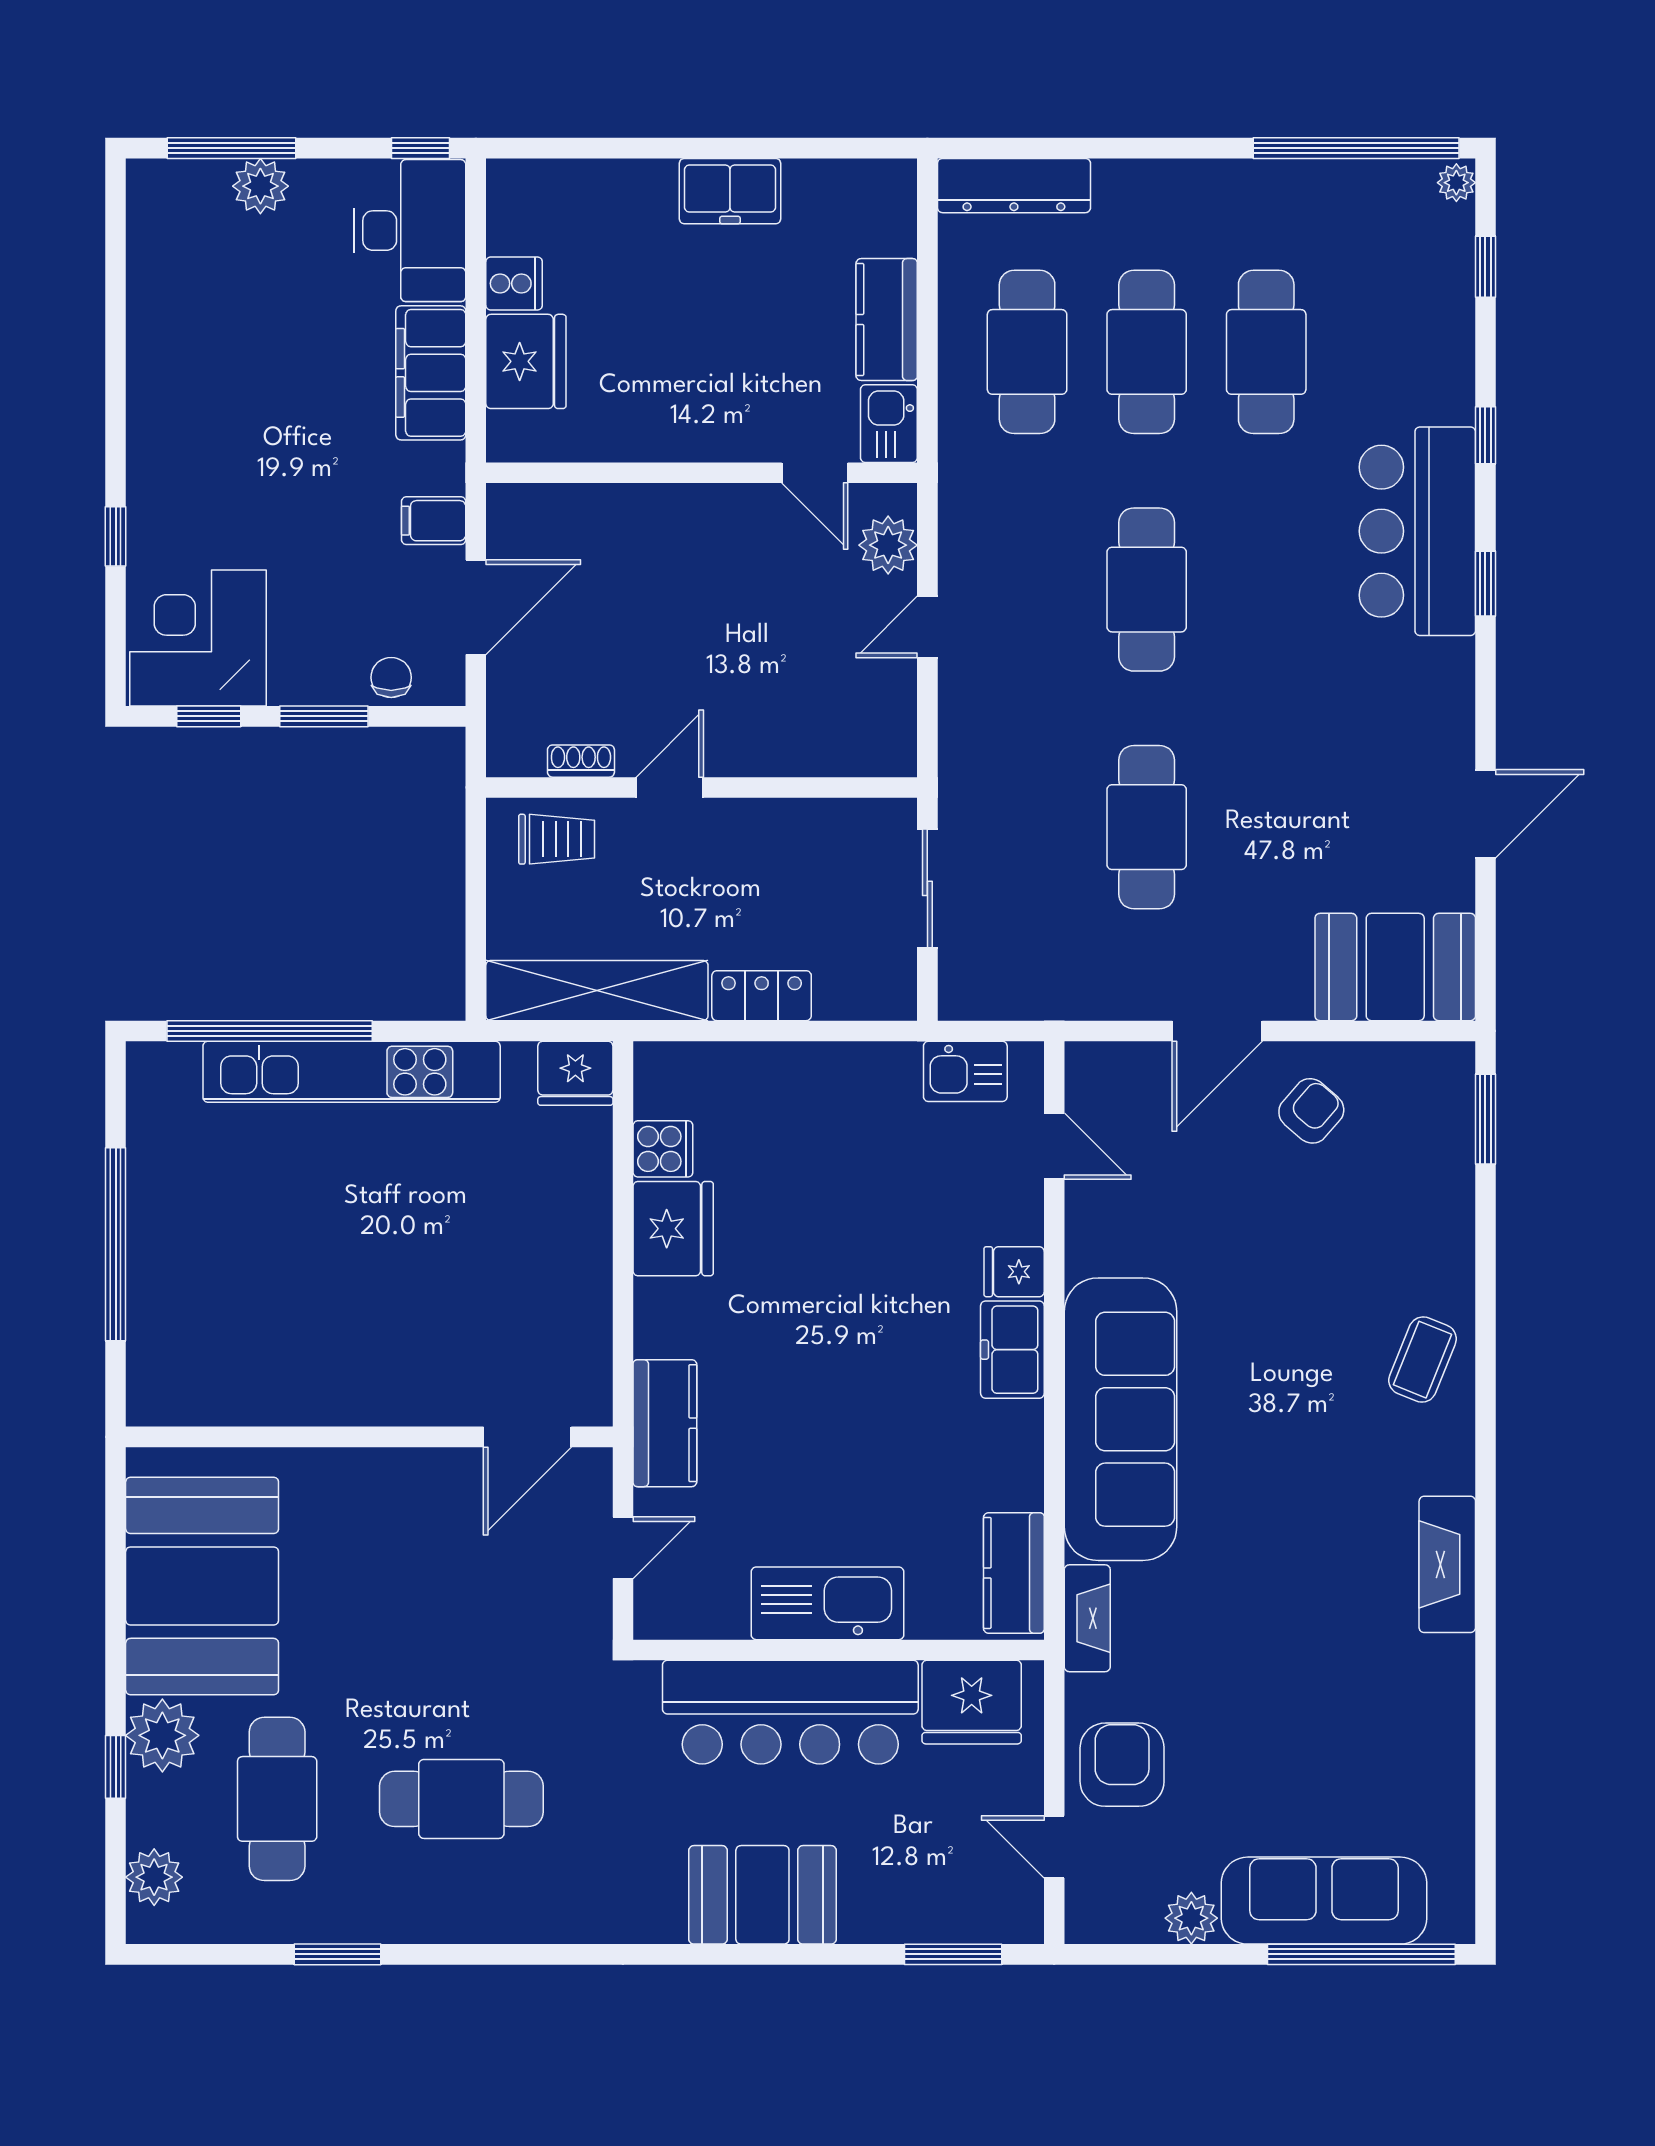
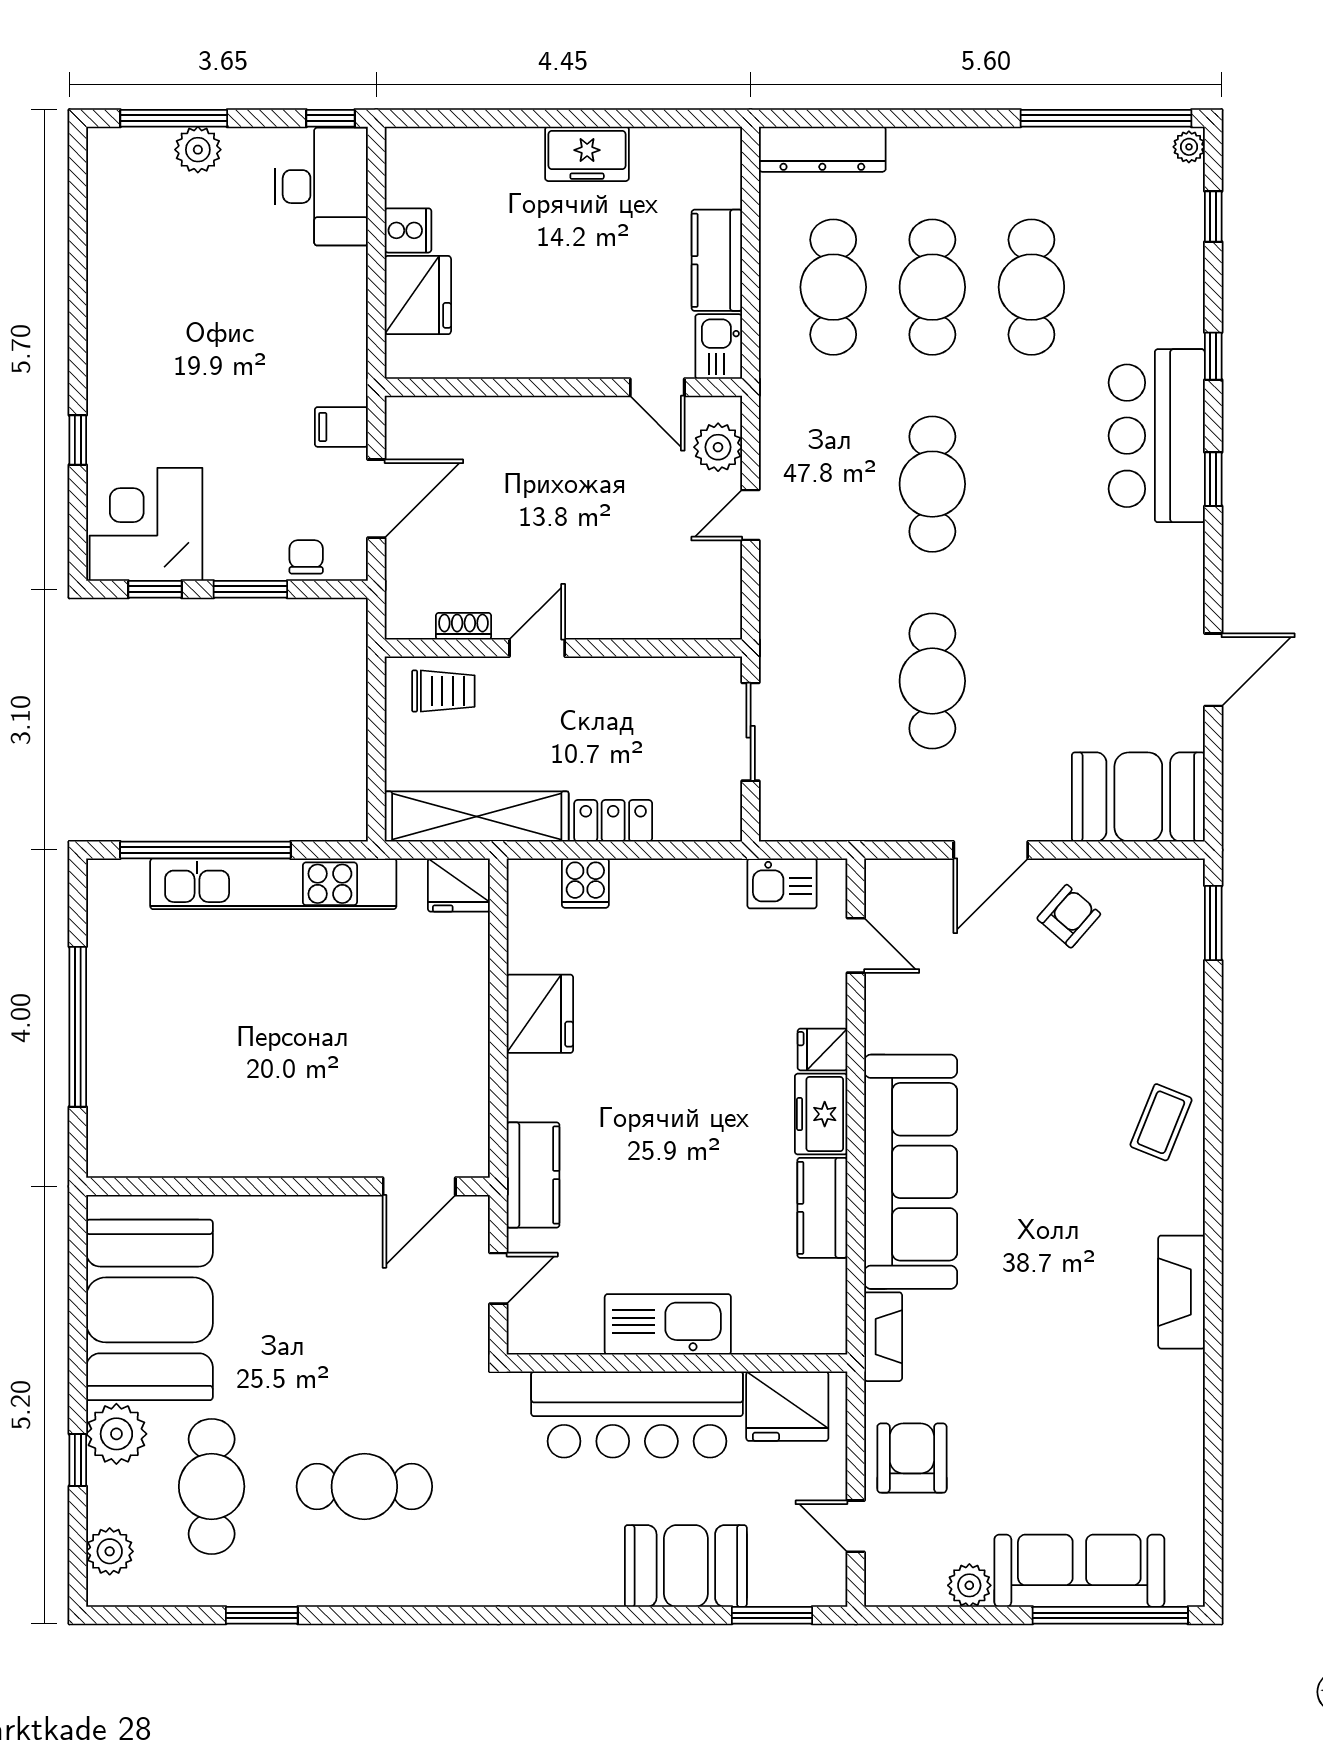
filing cabinet: (431, 373) -> (339, 304), removed
cooker: (663, 1149) -> (585, 883), moved, turned 90
kitchen counter: (1014, 1573) -> (822, 1208), moved
booth: (762, 1895) -> (686, 1566), moved

